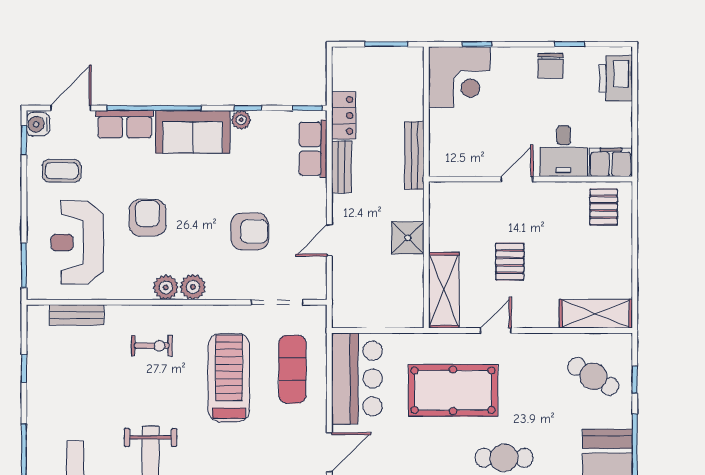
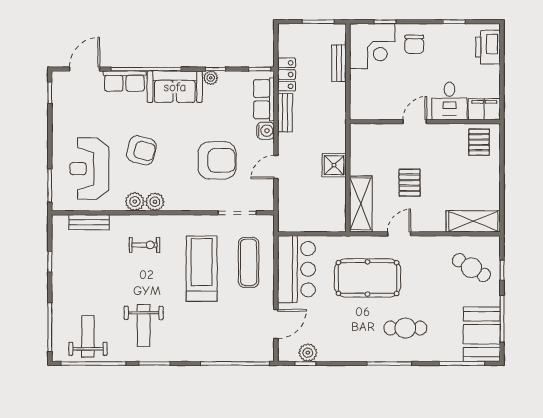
chair: (550, 66) -> (414, 44), moved
water cooler: (38, 124) -> (266, 131), moved, turned 180
bench: (414, 155) -> (339, 63), moved, width x0.73
coffee table: (62, 171) -> (78, 115), removed
armchair: (148, 218) -> (141, 150), turned 104
armchair: (250, 231) -> (217, 160), width x1.36, depth x1.36
plant: (193, 287) -> (135, 202), moved

